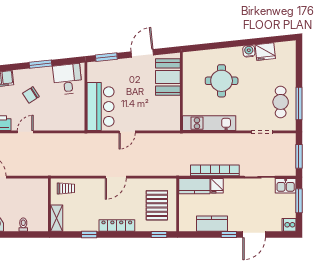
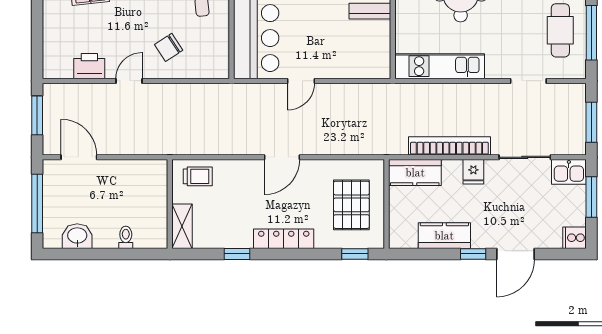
chair: (31, 95) -> (169, 47), moved
fridge: (217, 186) -> (473, 172), moved

